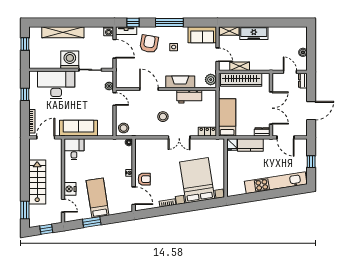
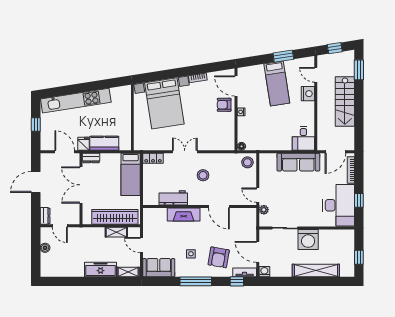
plant: (211, 80) -> (149, 217), removed
desk: (56, 85) -> (339, 205), moved, turned -90
fridge: (232, 144) -> (84, 144), moved

